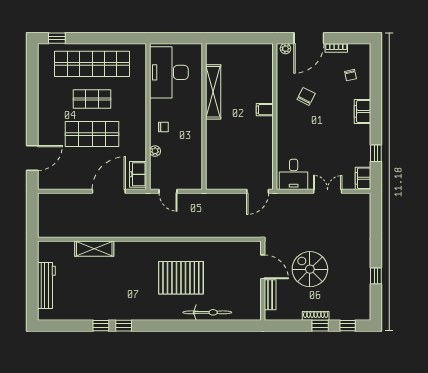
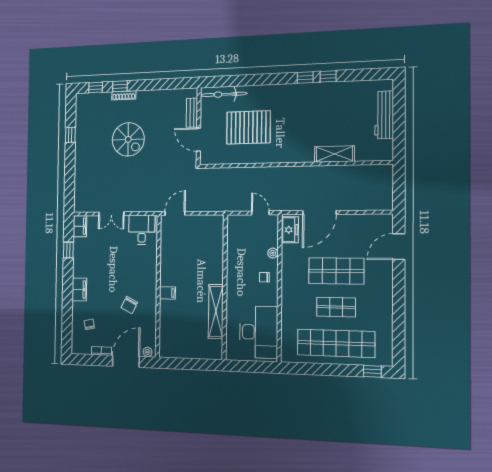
door: (263, 267) -> (198, 140), moved
wall: (263, 281) -> (199, 126), moved
bench: (270, 295) -> (192, 113), moved

